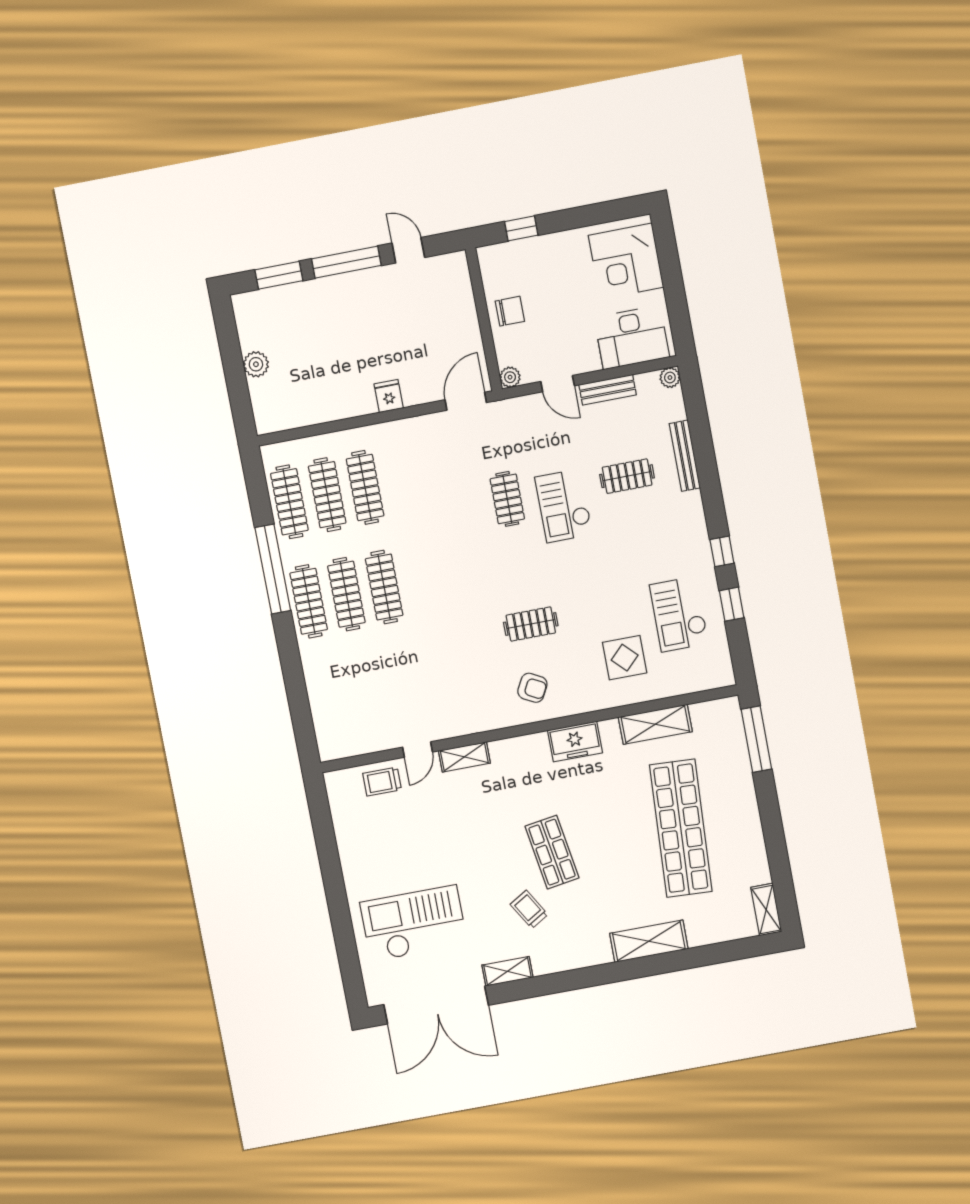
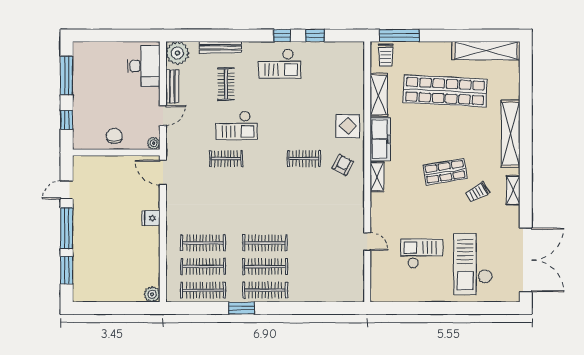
window: (593, 215) -> (67, 75), added
corner desk: (626, 261) -> (98, 61), removed
plant: (256, 364) -> (152, 294), moved
plant: (670, 378) -> (177, 53), width x1.88, depth x1.88
window: (273, 569) -> (241, 308), width x0.47
checkout: (679, 614) -> (280, 64), moved
clothes rail: (531, 624) -> (304, 159), turned 90
display table: (625, 658) -> (348, 126), moved
freezer: (575, 741) -> (380, 139), width x1.40
shelving: (464, 757) -> (377, 177), moved
trolley: (382, 782) -> (386, 55), moved
checkout: (415, 839) -> (422, 254), added
shelving: (766, 910) -> (486, 51), width x2.20, depth x1.33
shelving: (649, 941) -> (511, 134), width x1.47
shelving: (507, 971) -> (513, 190), moved

